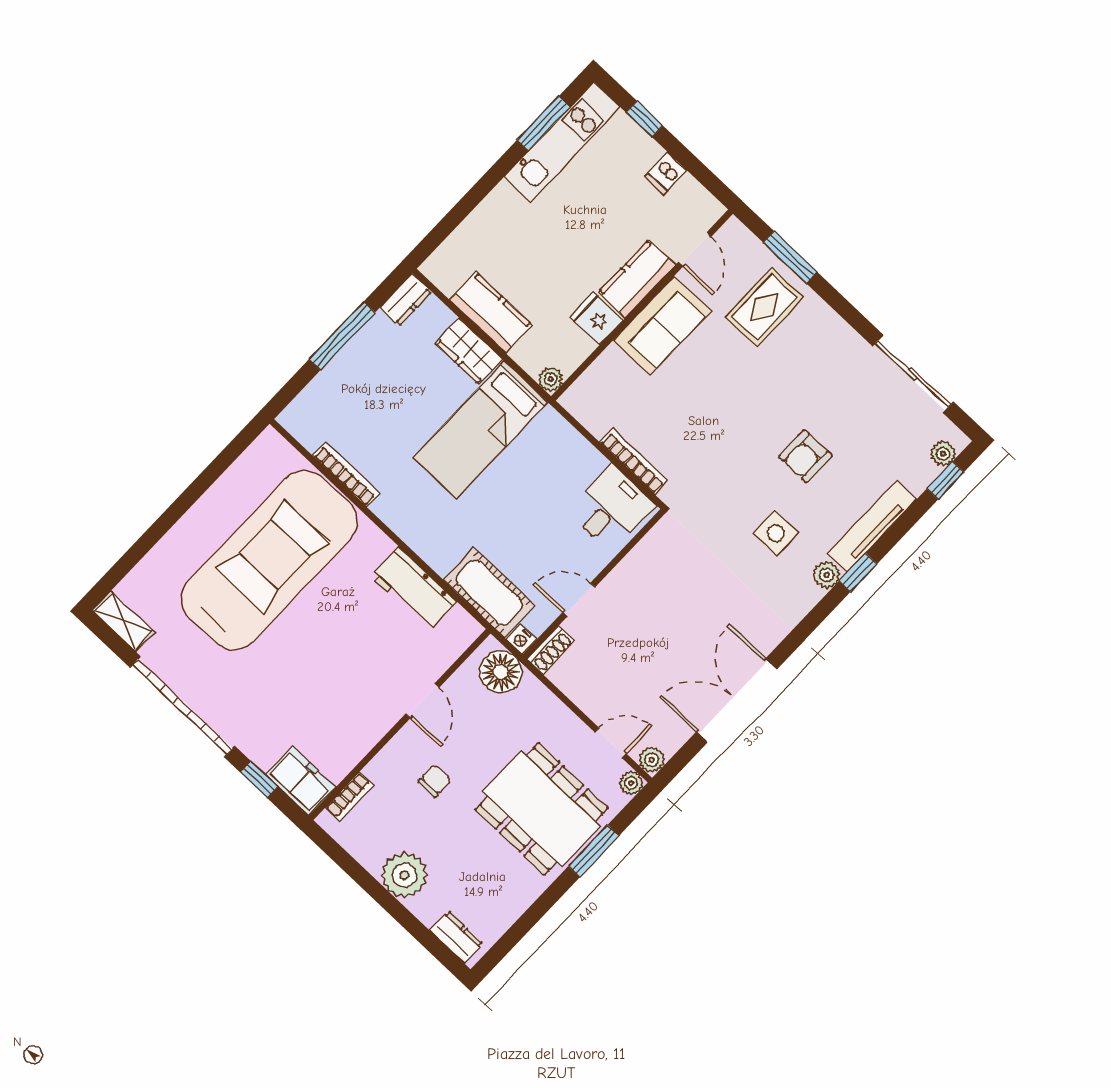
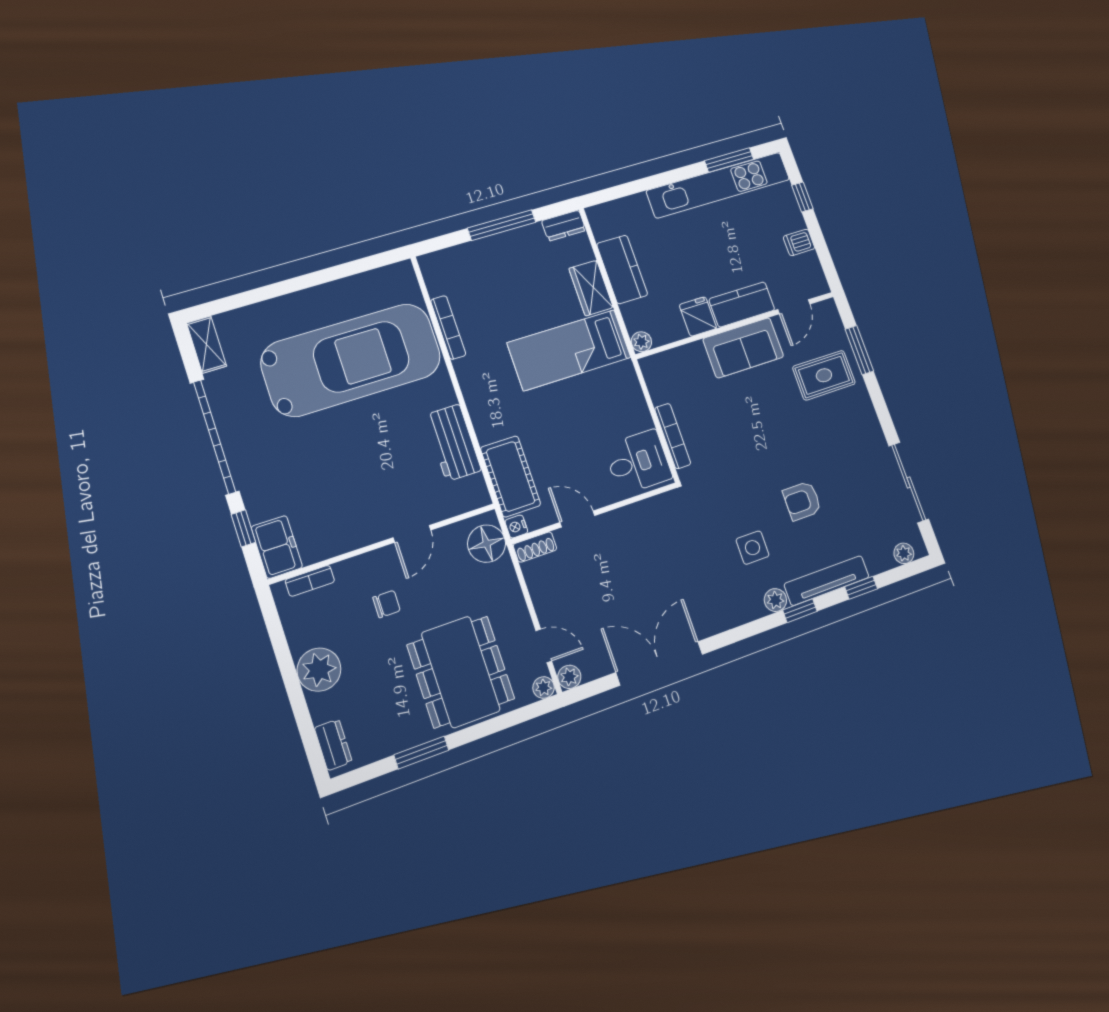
kitchen unit: (562, 142) -> (718, 185), width x1.36
window: (945, 480) -> (861, 588), moved
window: (594, 851) -> (421, 752), moved

